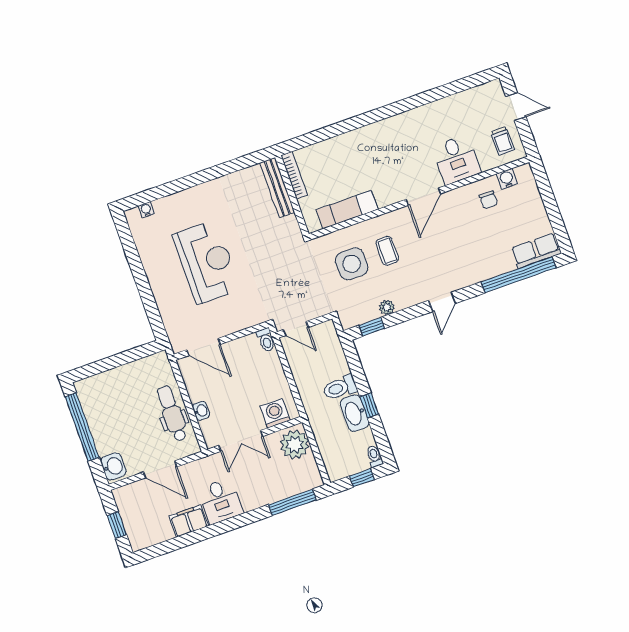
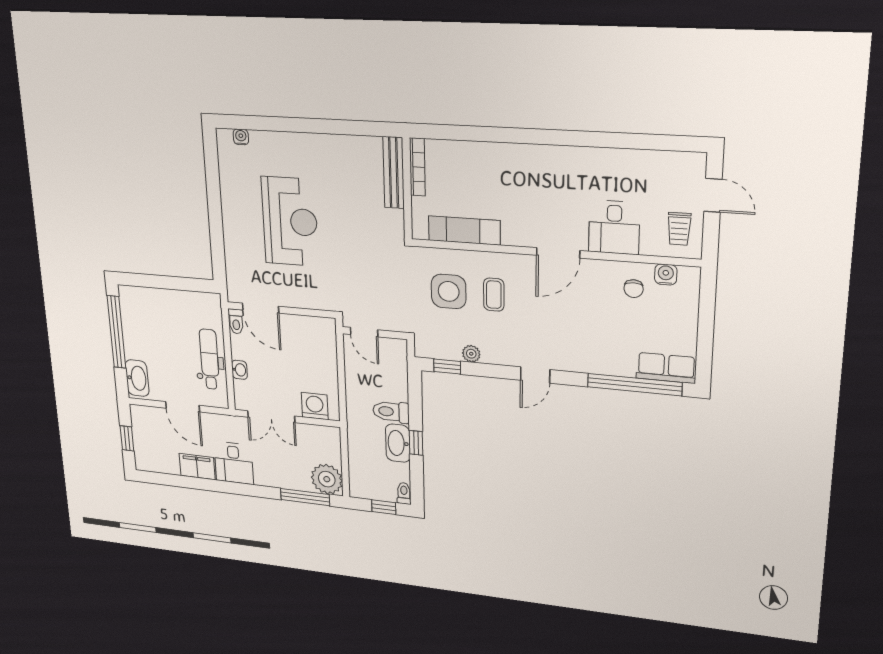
toilet: (266, 340) -> (236, 321), moved
plant: (295, 444) -> (327, 479), moved
washbasin: (113, 466) -> (137, 378), width x1.38

